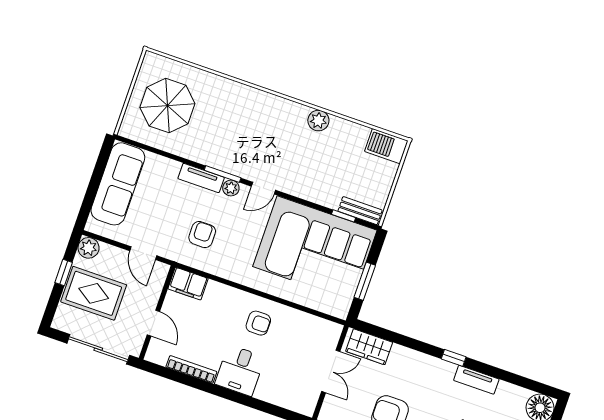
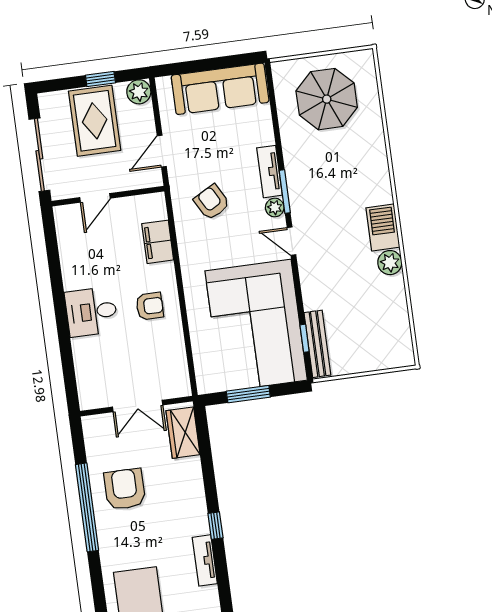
barbecue: (386, 146) -> (383, 227), moved
bench: (360, 211) -> (317, 344), width x1.36
armchair: (202, 235) -> (212, 202), turned -119
filing cabinet: (188, 284) -> (158, 242), moved
armchair: (258, 323) -> (150, 306), turned -90
bookcase: (191, 369) -> (67, 261), removed

